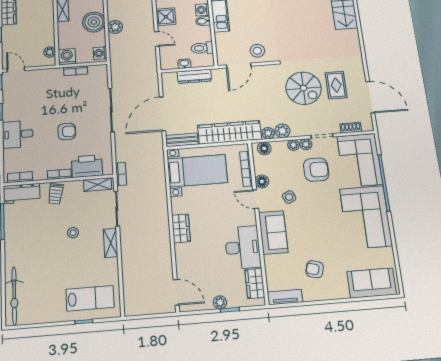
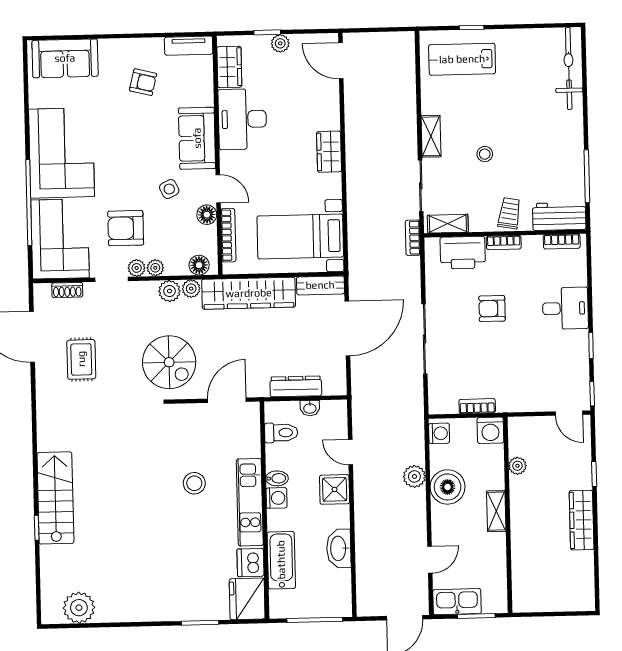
stool: (257, 51) -> (194, 483), moved
plant: (50, 52) -> (517, 466), moved
spiral stairs: (303, 88) -> (169, 362), moved, turned 180

